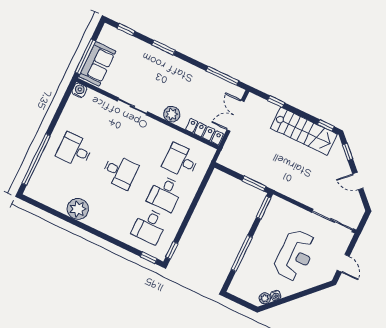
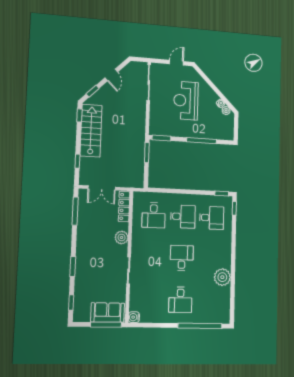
reception desk: (295, 255) -> (186, 101), turned -90

